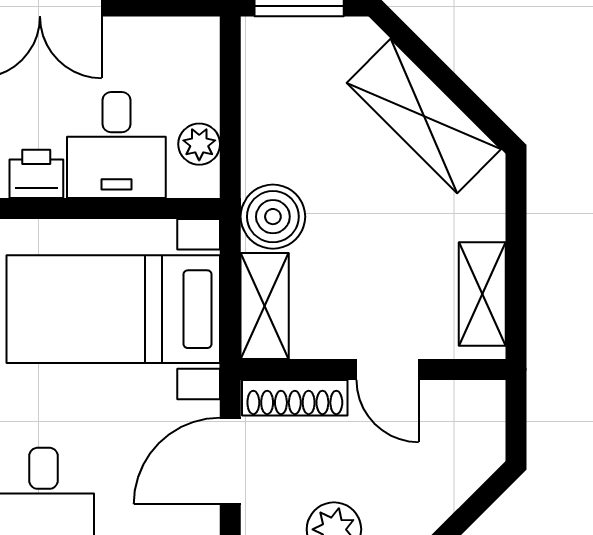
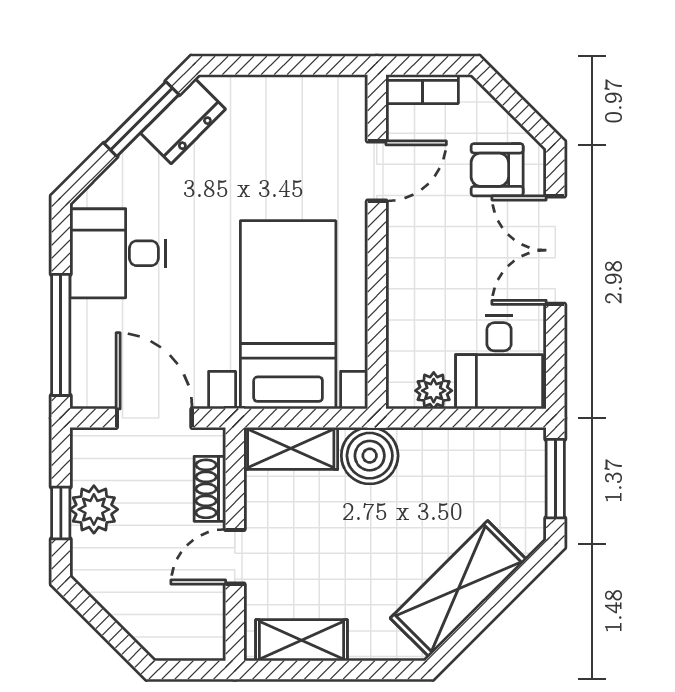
desk: (116, 145) -> (499, 362), moved, turned -90
printer: (36, 174) -> (407, 247), removed
shoe rack: (295, 398) -> (210, 489), width x0.70

